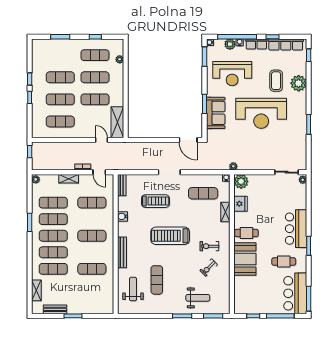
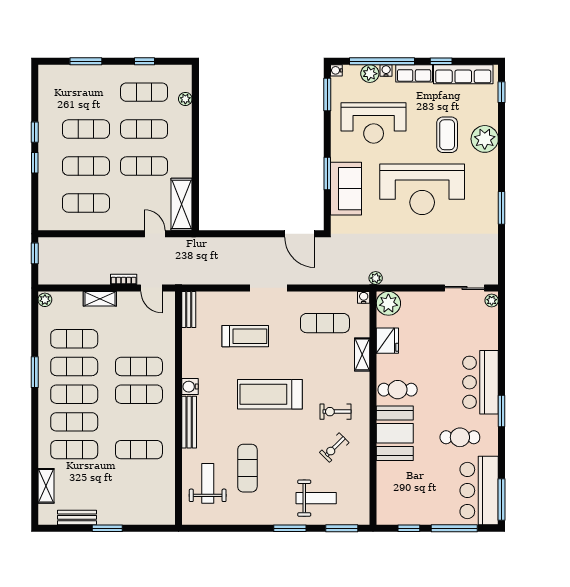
exercise mat: (92, 203) -> (139, 366), moved
water cooler: (122, 216) -> (190, 387), moved

